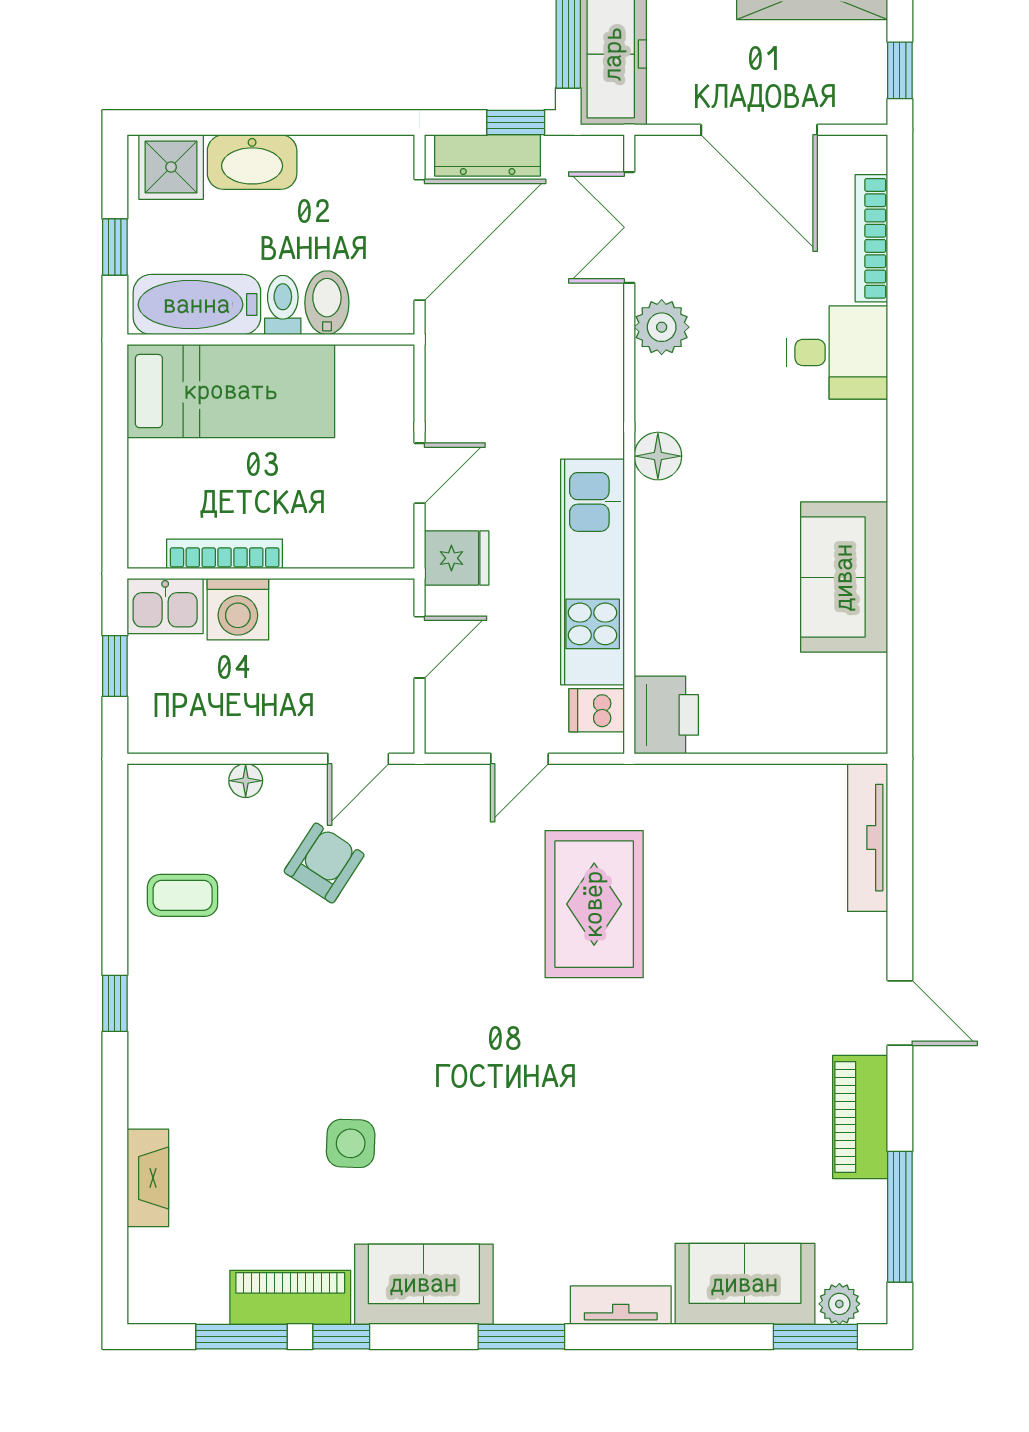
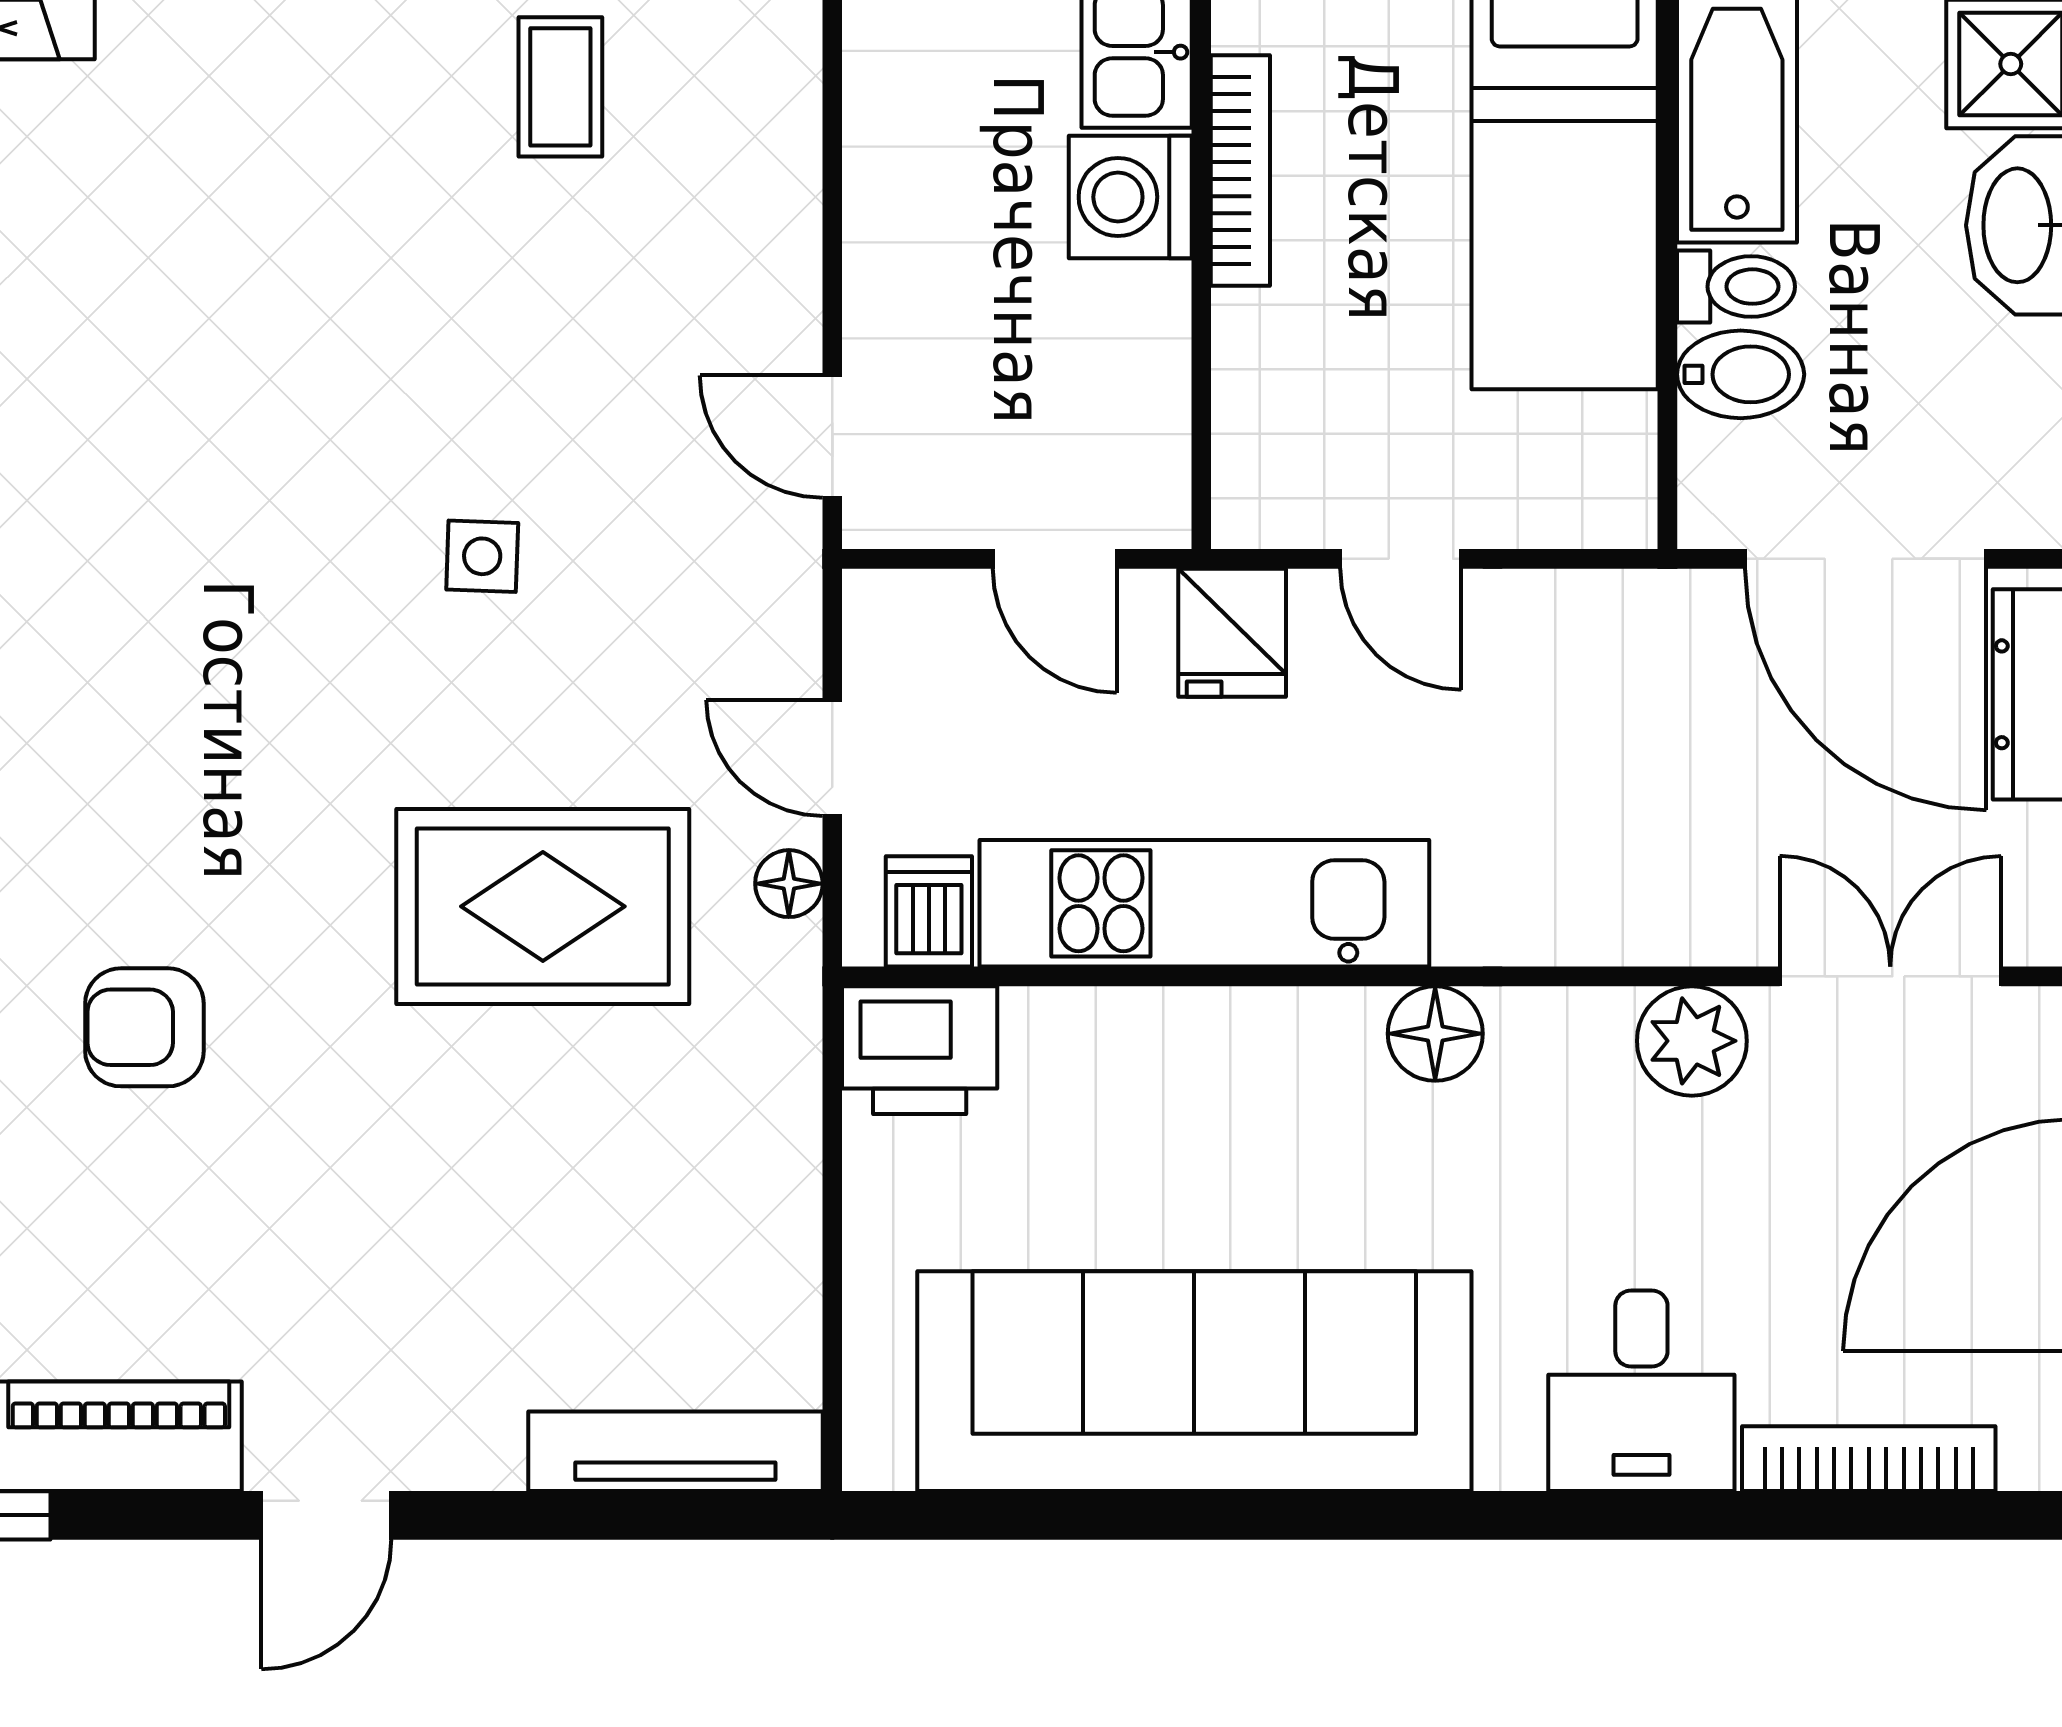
sofa: (844, 577) -> (1194, 1381), width x1.85, depth x1.27
floor lamp: (246, 781) -> (789, 884), moved
armchair: (324, 863) -> (144, 1027), moved, turned 147
side table: (351, 1143) -> (482, 556), moved, width x0.73, depth x0.73

